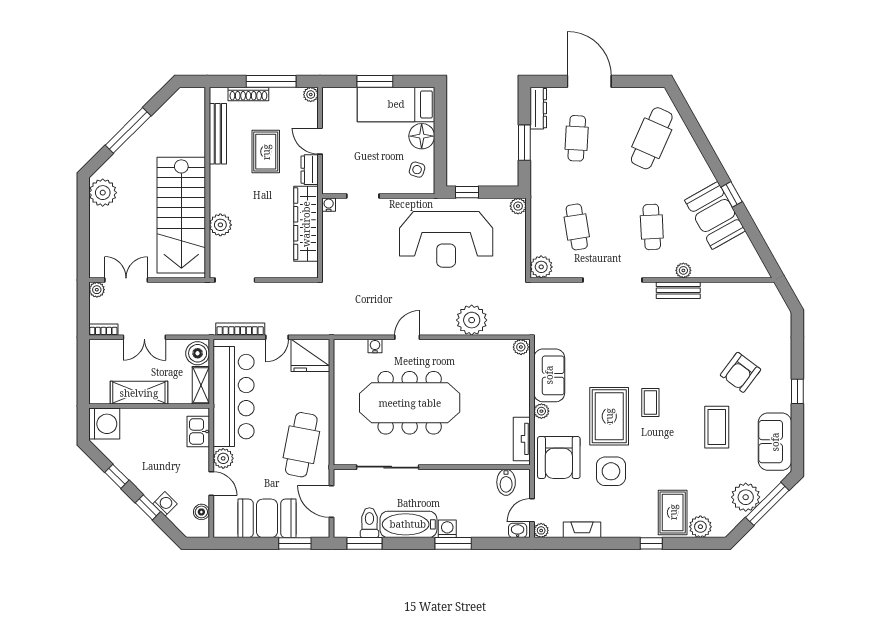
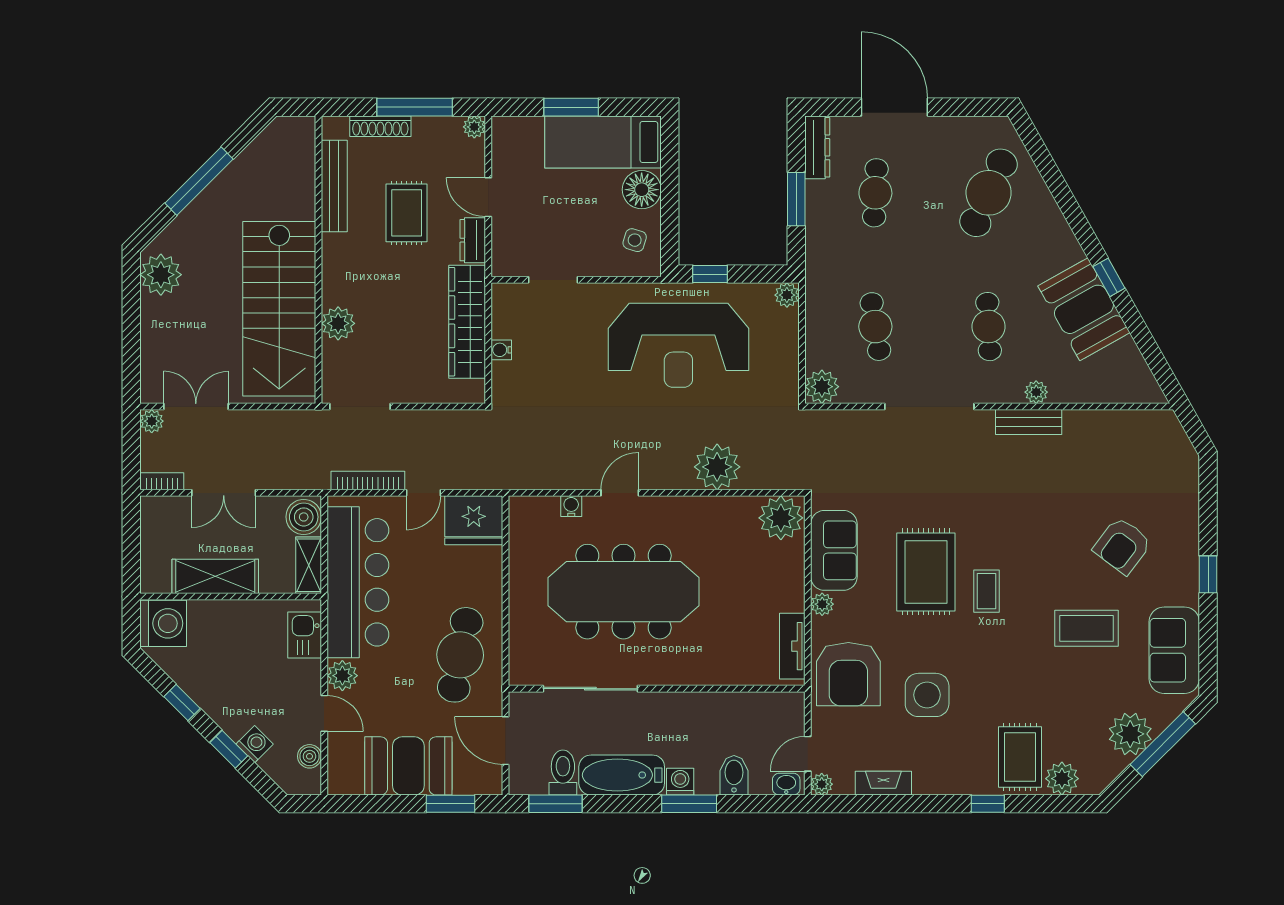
water cooler: (329, 205) -> (501, 350), moved, turned -90
plant: (521, 347) -> (781, 518), width x1.88, depth x1.88
rug: (609, 416) -> (926, 572), moved
coffee table: (717, 427) -> (1087, 628), turned 90
bidet: (506, 482) -> (734, 775), moved, turned 180

